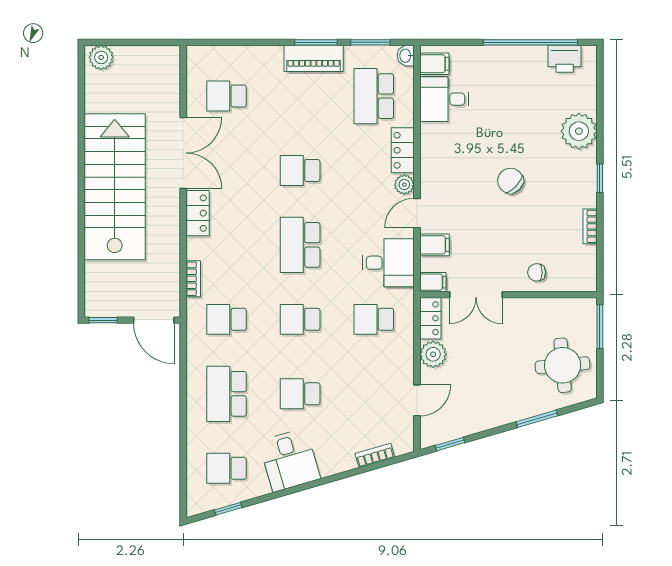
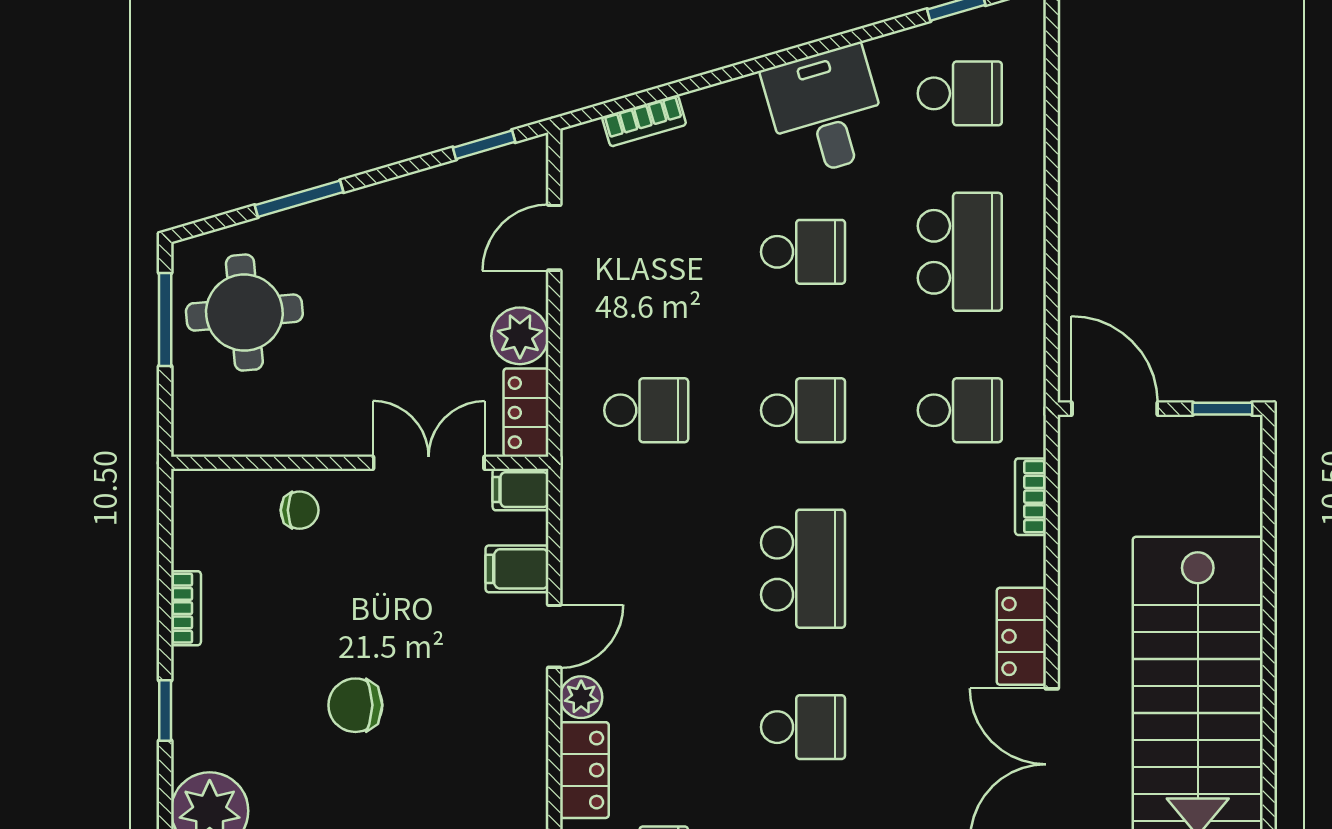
chair: (510, 181) -> (355, 705), turned 136
desk: (388, 263) -> (615, 531), removed
window: (600, 327) -> (165, 320), moved

